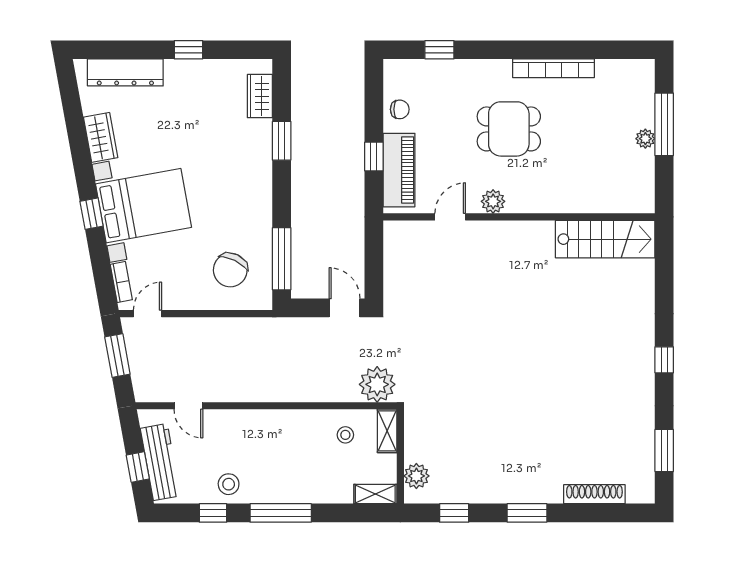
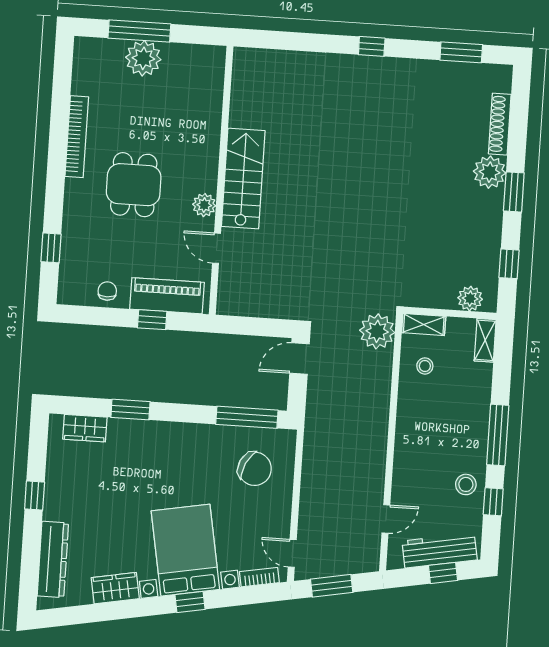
plant: (645, 139) -> (143, 58), width x1.87, depth x1.87
stairs: (605, 239) -> (243, 179), moved
plant: (545, 487) -> (490, 172), added

